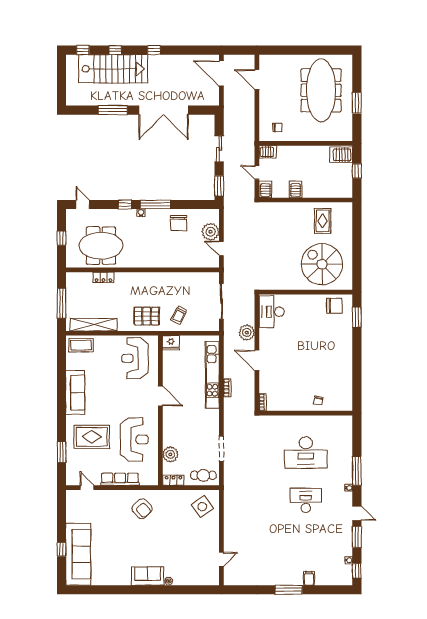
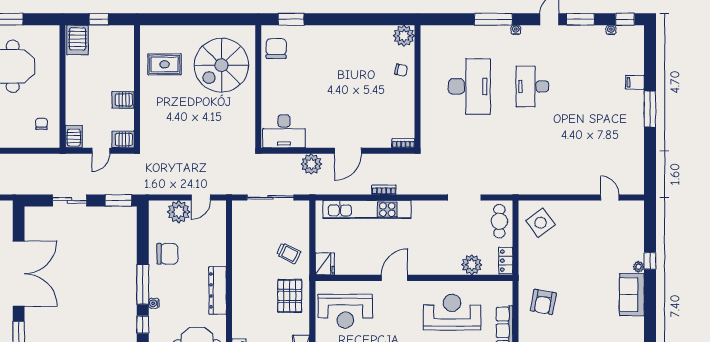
dresser: (151, 261) -> (218, 290), added
plant: (344, 403) -> (404, 36), added
armchair: (142, 509) -> (543, 302), turned 143
window: (173, 590) -> (650, 261), added

